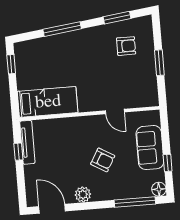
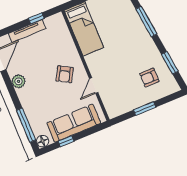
armchair: (126, 46) -> (149, 77), turned 90
tv unit: (27, 142) -> (27, 31), moved
sofa: (150, 148) -> (74, 123), width x1.36
armchair: (103, 160) -> (65, 74), moved

